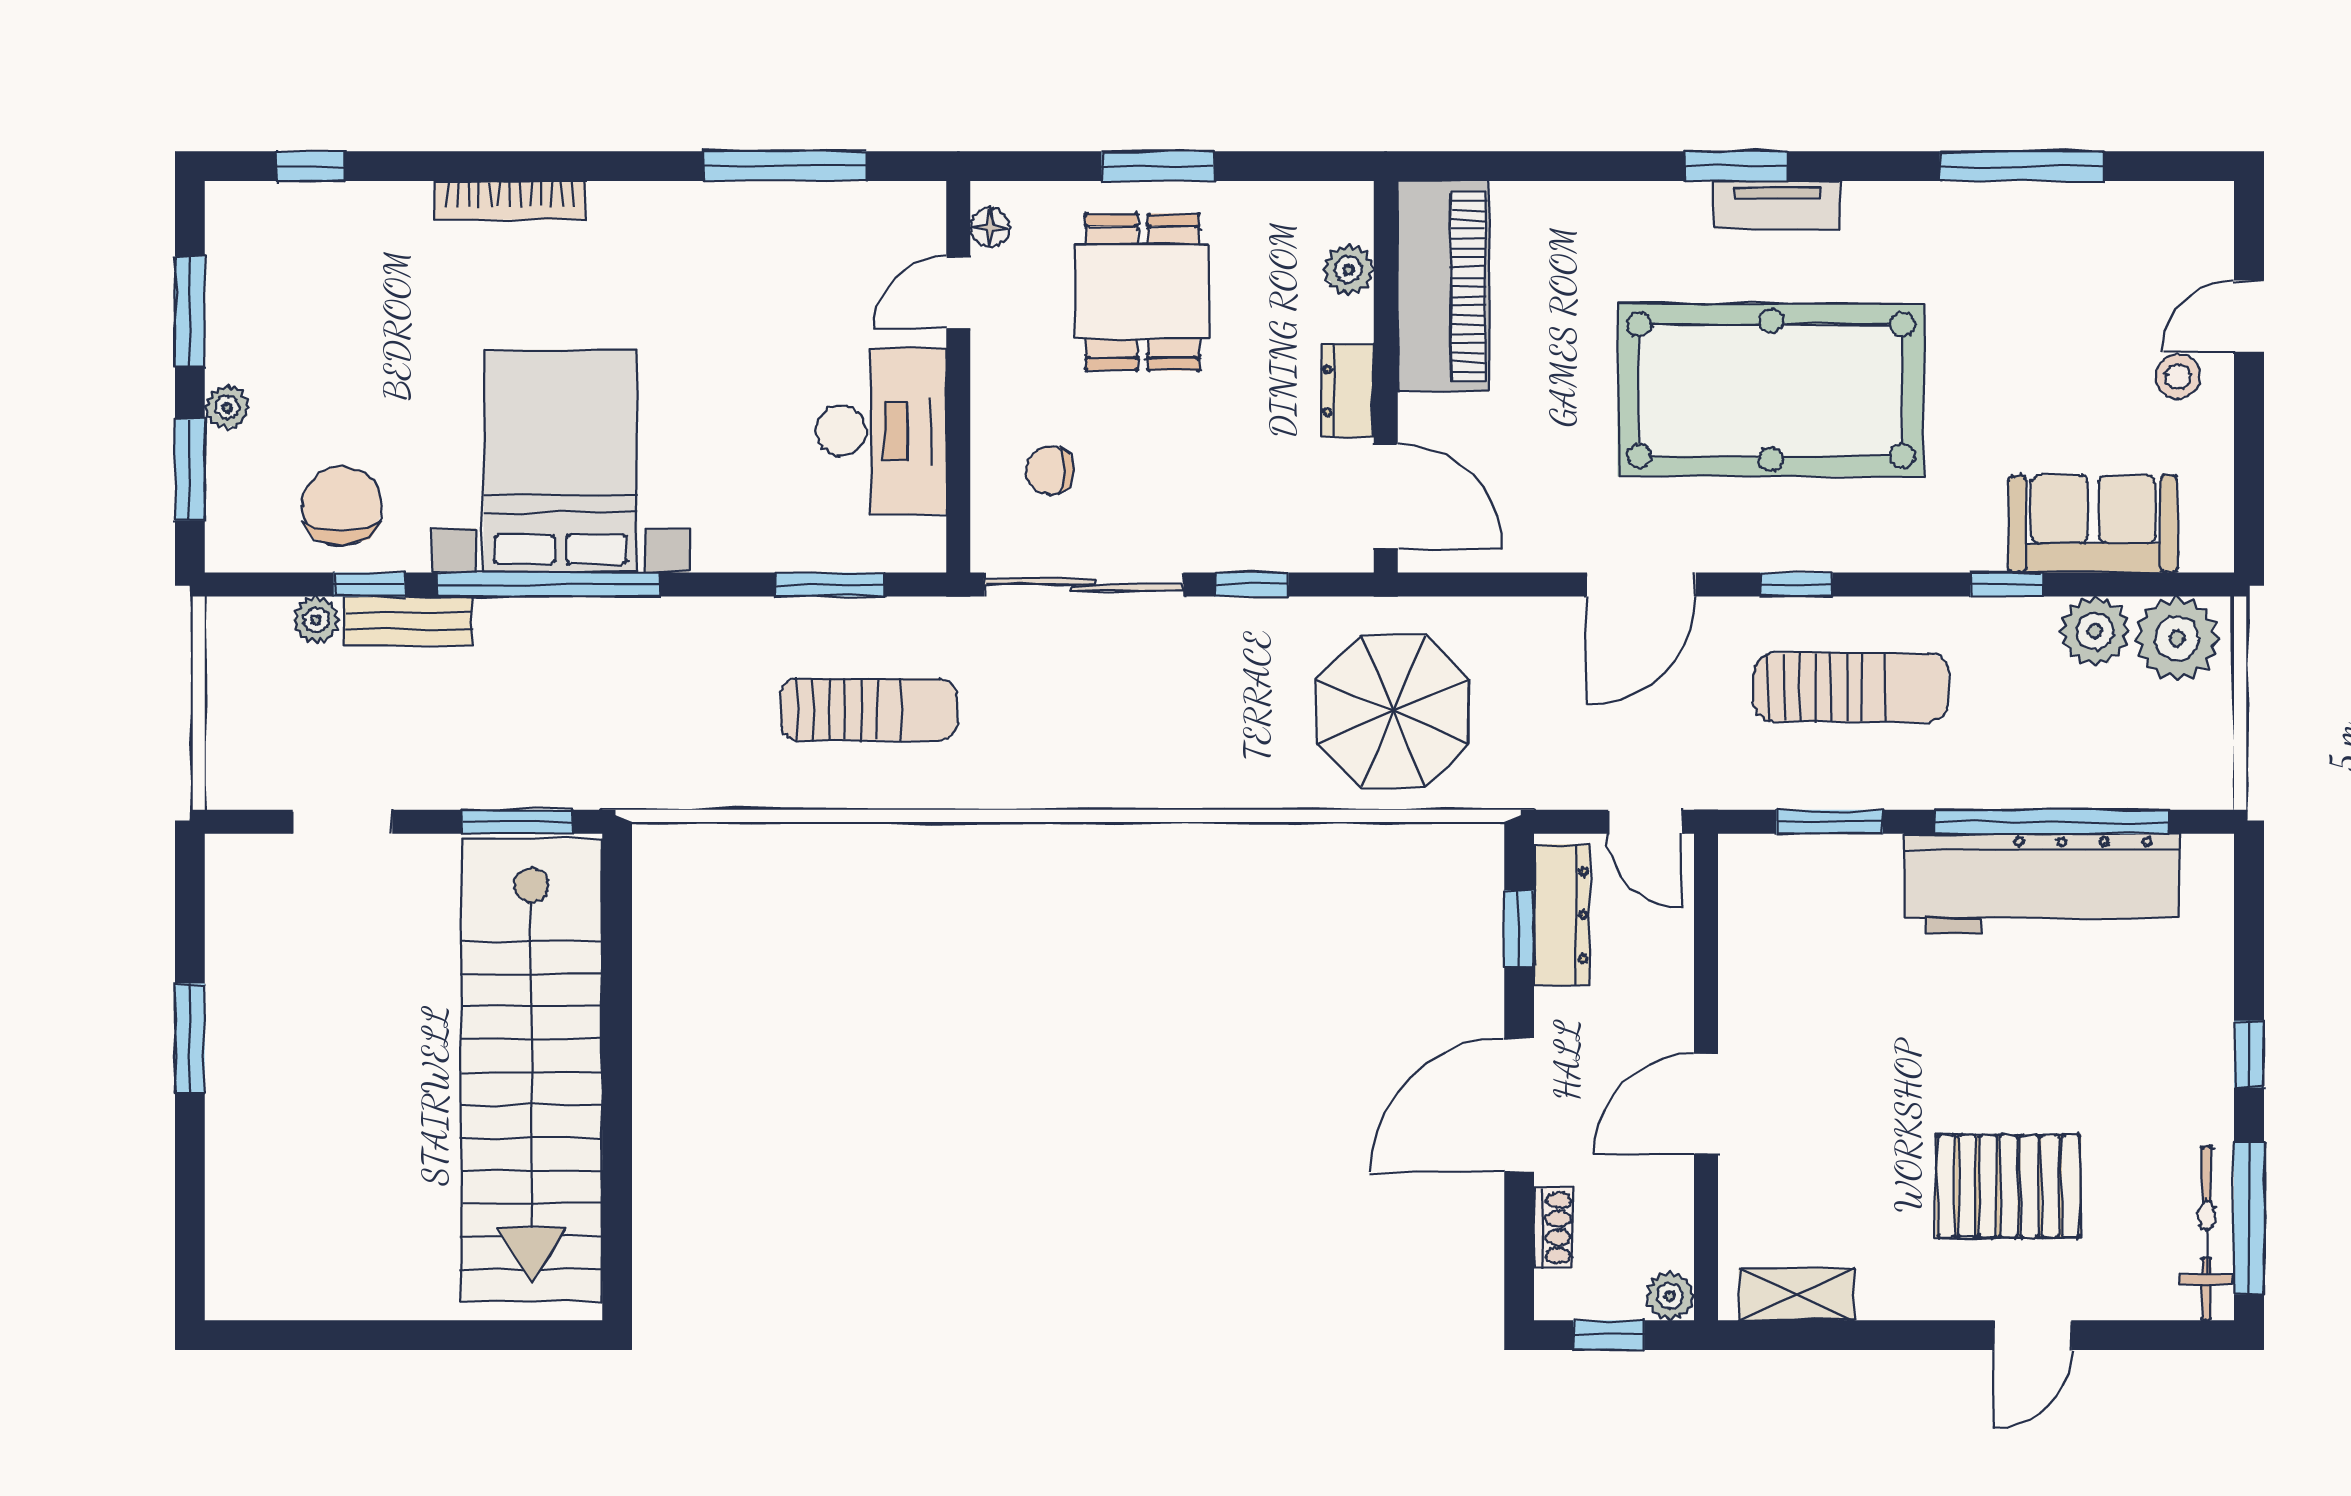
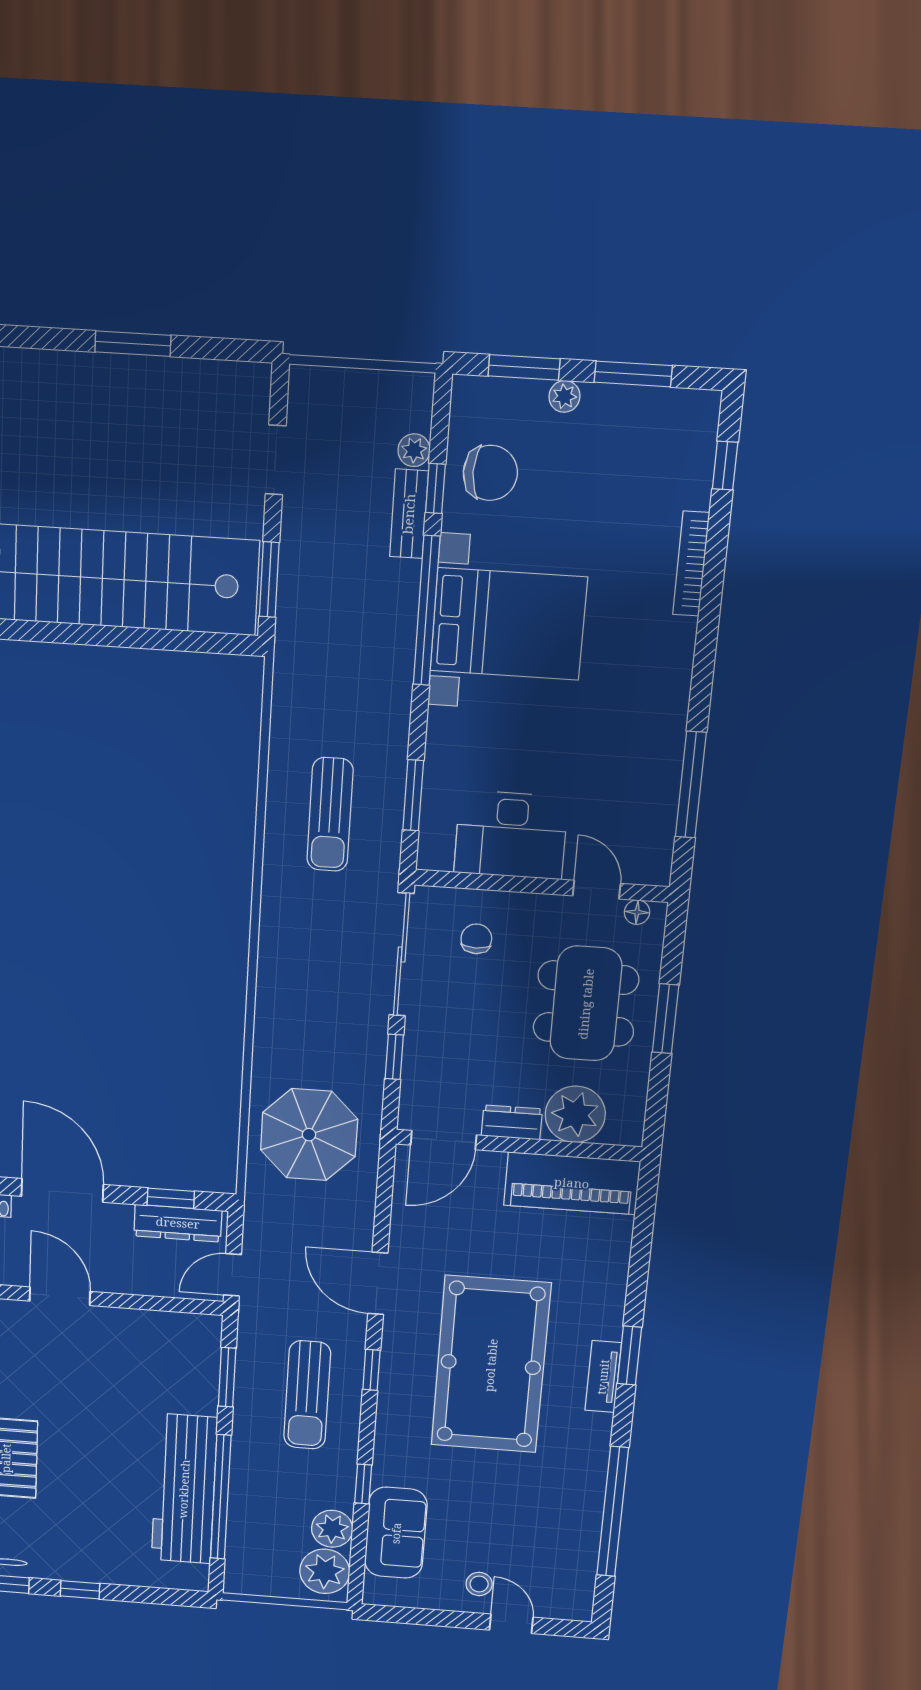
window: (2022, 166) -> (613, 1512), width x1.46
bookcase: (510, 200) -> (691, 564), moved
plant: (1348, 270) -> (575, 1114), width x1.87, depth x1.87
dining table: (1142, 292) -> (586, 1004), width x1.38

